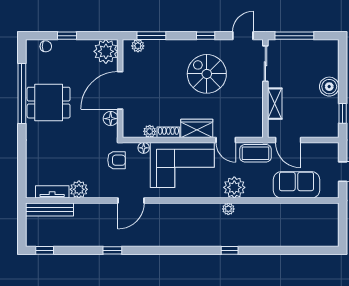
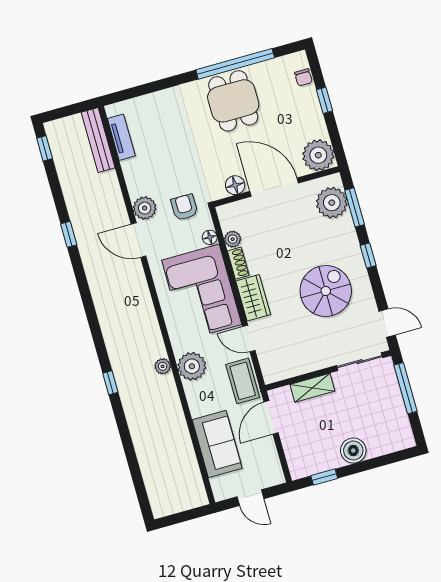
window: (206, 36) -> (368, 255), moved
plant: (138, 46) -> (332, 203), width x1.87, depth x1.87
door: (226, 140) -> (249, 338), hinge flipped
armchair: (116, 160) -> (184, 207), turned 180
plant: (79, 189) -> (145, 208), moved

